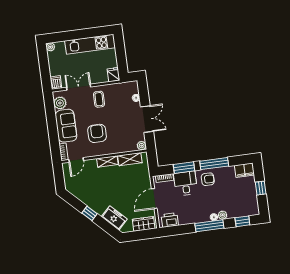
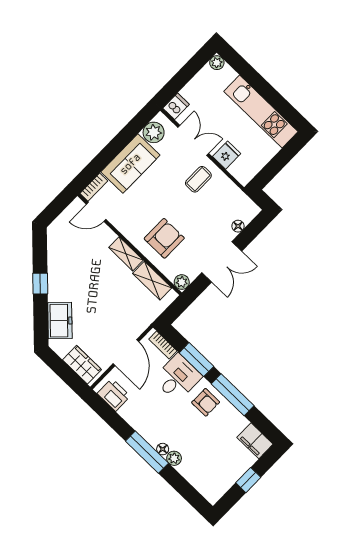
fridge: (113, 75) -> (227, 155), moved
armchair: (97, 133) -> (164, 238), moved
door: (154, 199) -> (126, 353), swing flipped
window: (242, 221) -> (186, 491), removed

